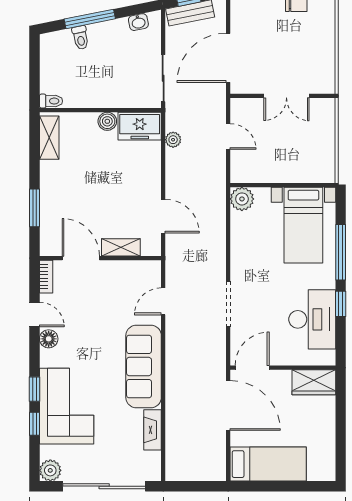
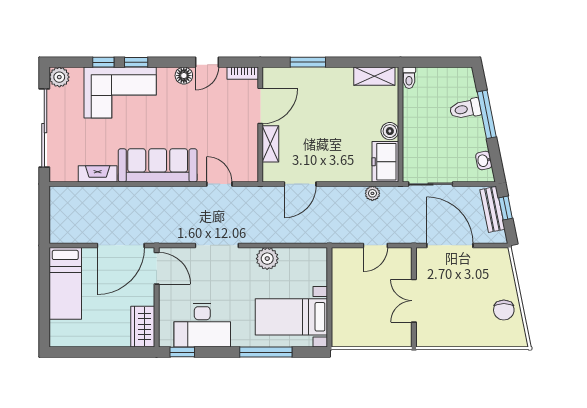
toilet: (80, 38) -> (465, 109), width x1.37, depth x1.39
plant: (242, 199) -> (267, 259), moved
window: (341, 304) -> (182, 352), moved

